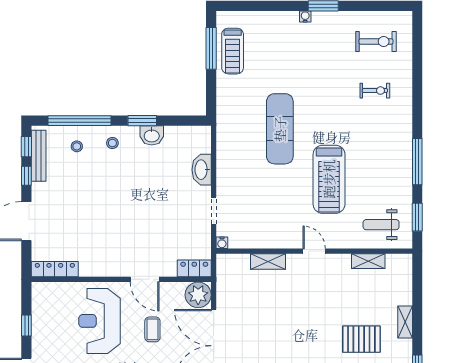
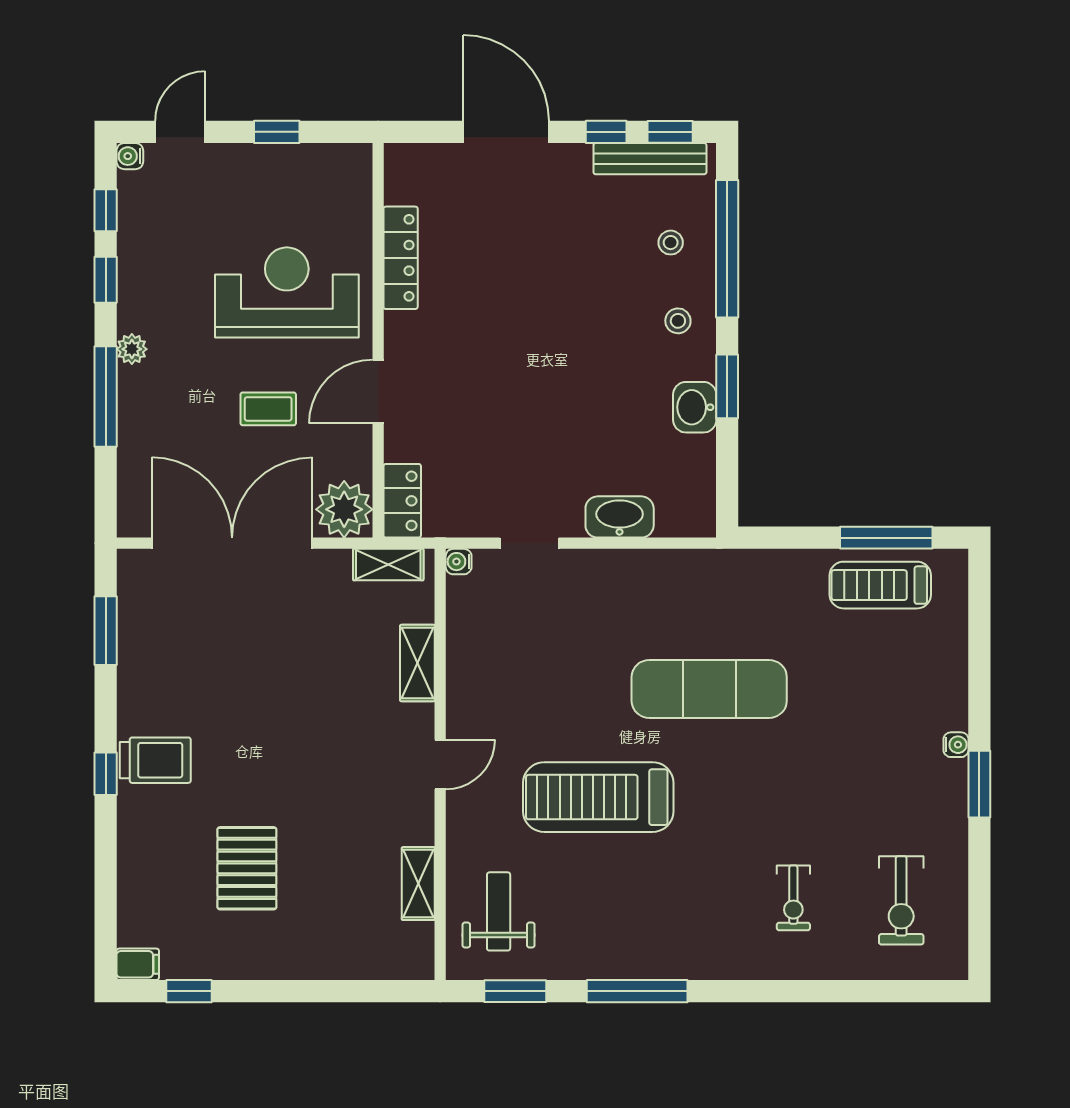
locker: (55, 269) -> (401, 258), moved
shelving: (405, 322) -> (388, 565), moved

